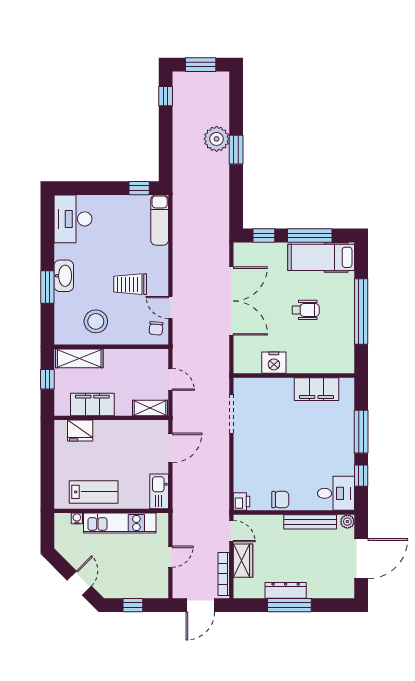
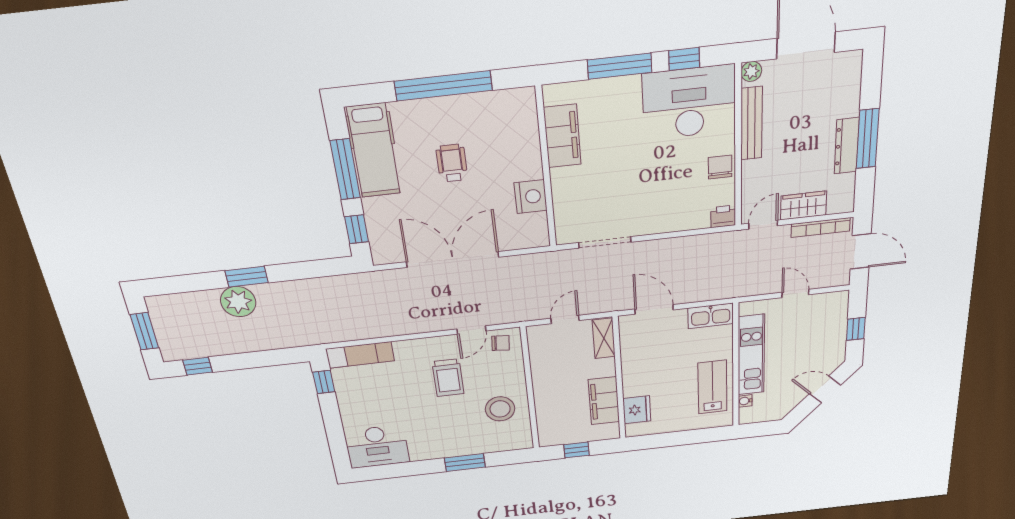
washbasin: (64, 276) -> (448, 448), removed
shelving: (79, 358) -> (548, 421), removed
desk: (336, 493) -> (689, 102), width x1.87, depth x1.30

